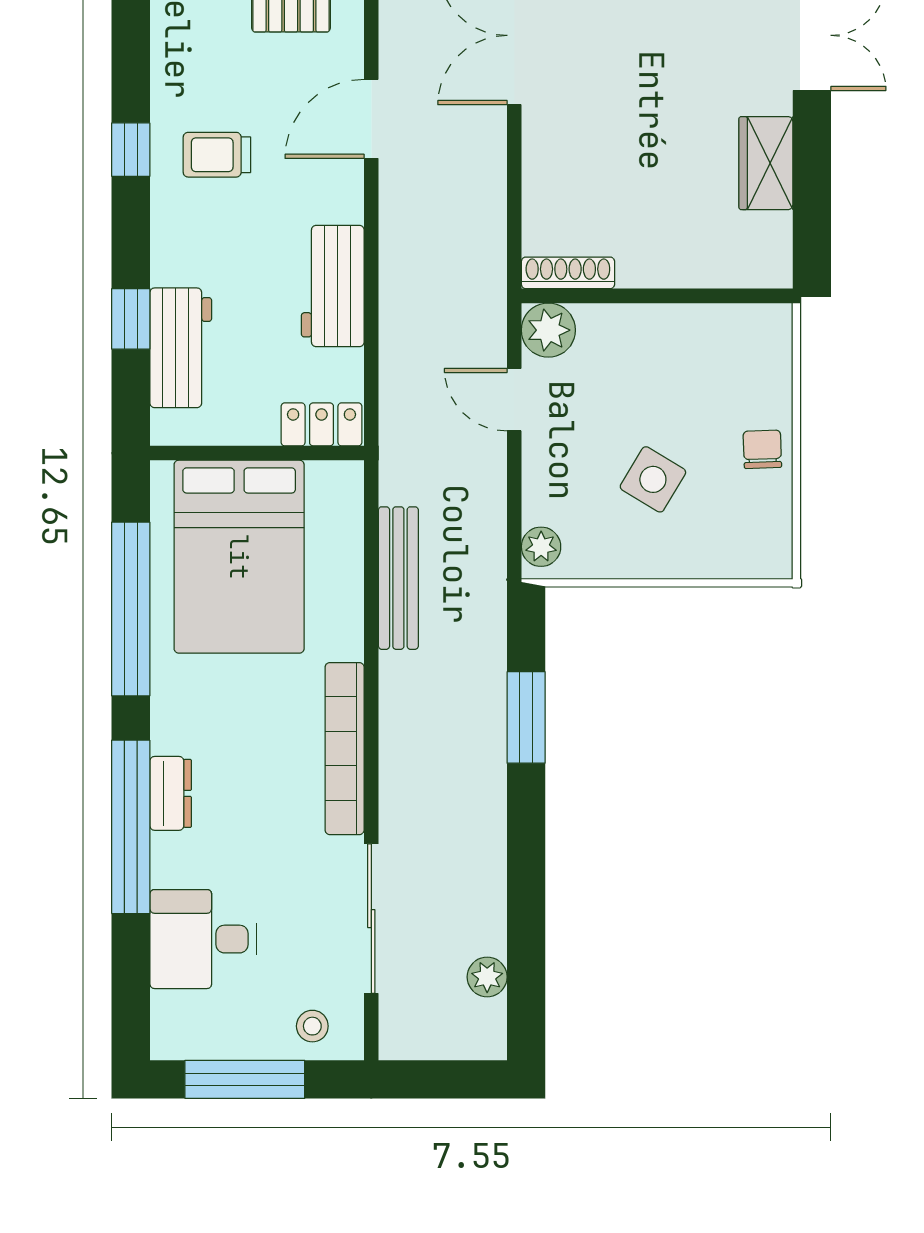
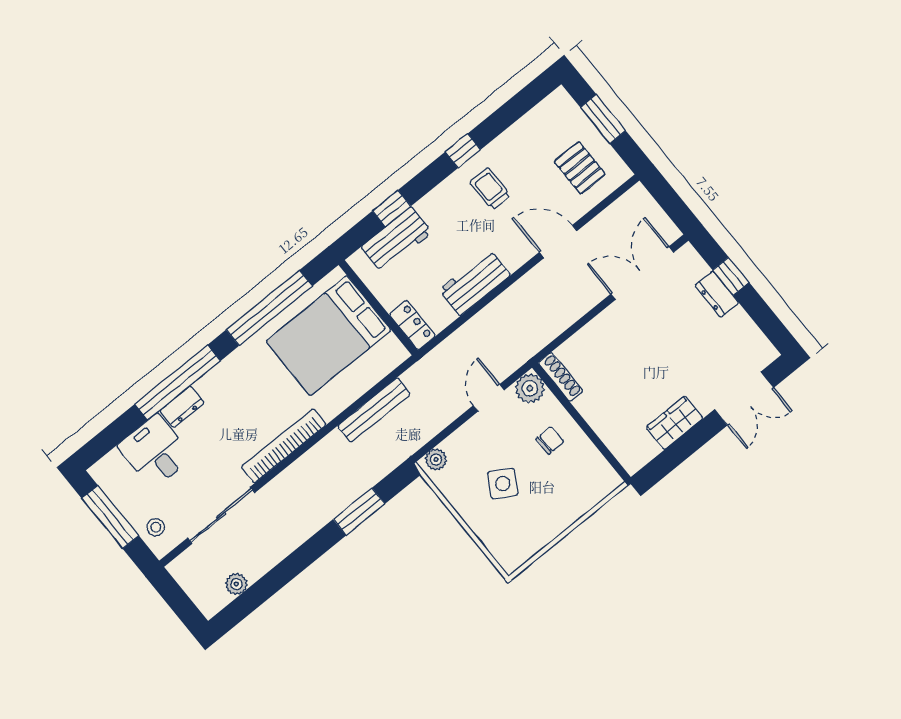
chair: (762, 449) -> (550, 440), moved
dresser: (171, 793) -> (182, 407), moved

